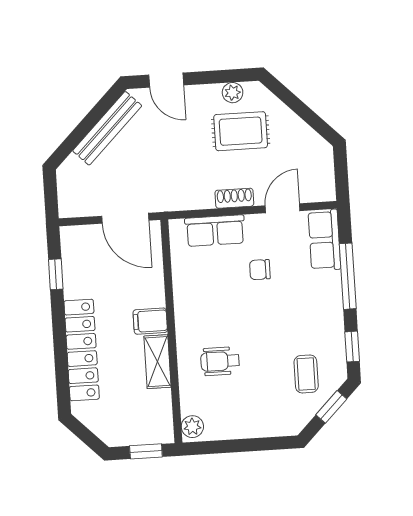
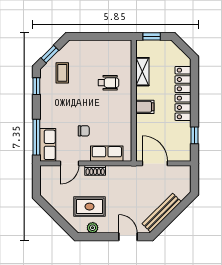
window: (348, 276) -> (36, 137), moved
shelving: (157, 362) -> (142, 72), moved
plant: (192, 427) -> (126, 48), removed

